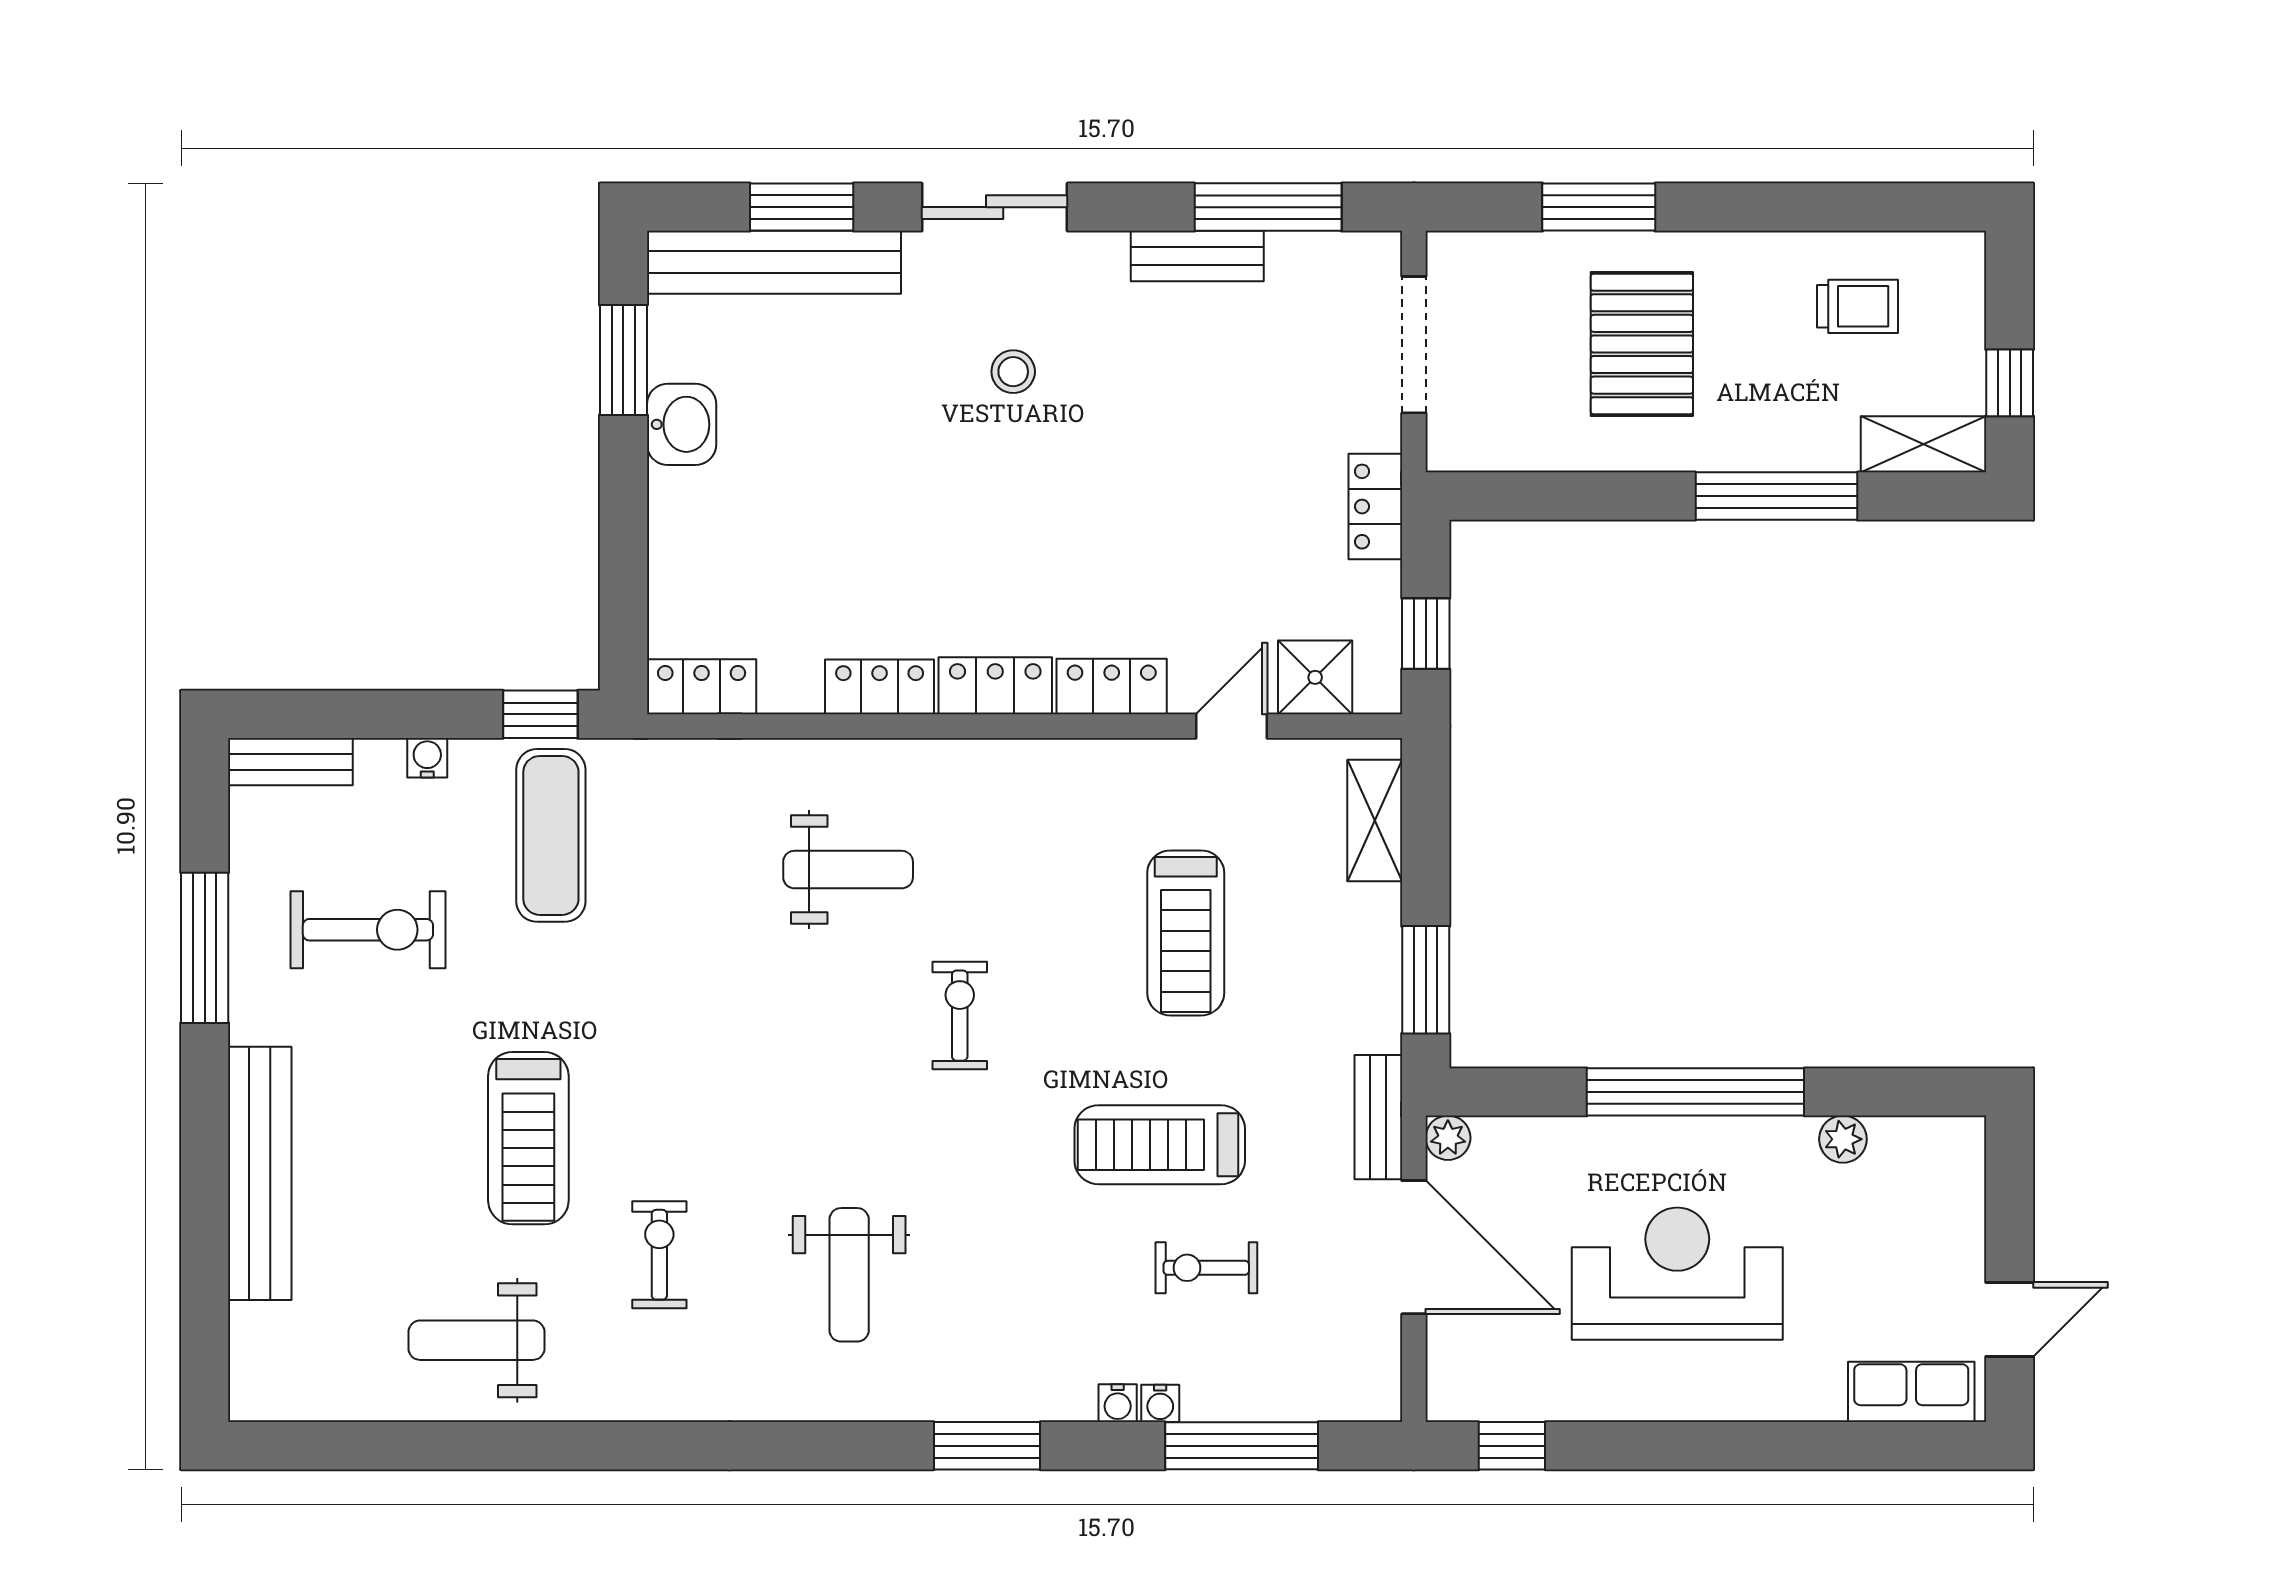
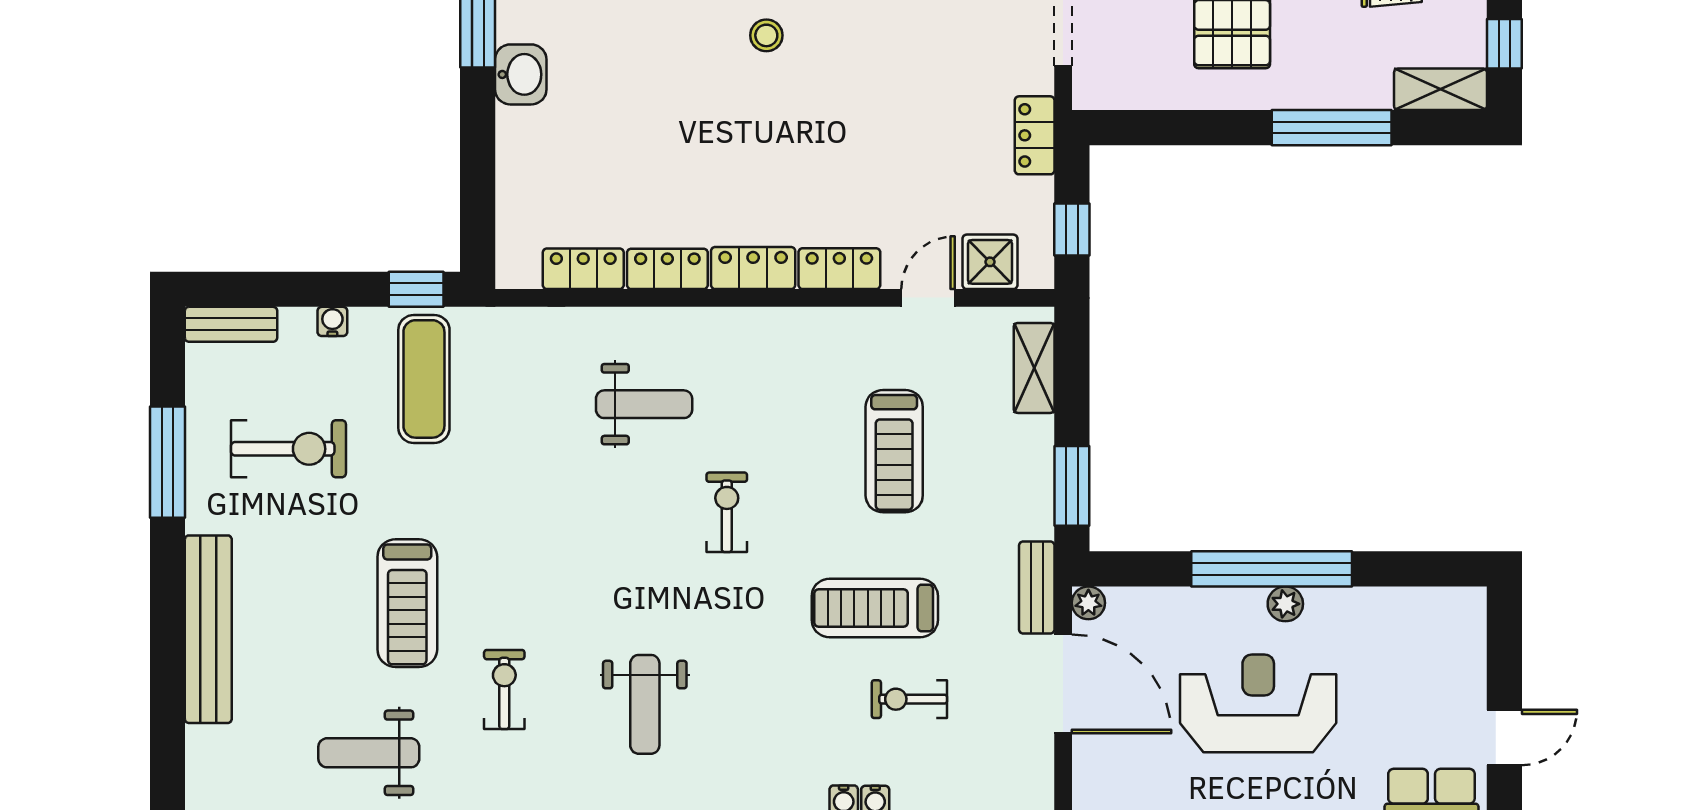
locker: (702, 687) -> (583, 269), moved
plant: (1843, 1139) -> (1285, 604), moved

